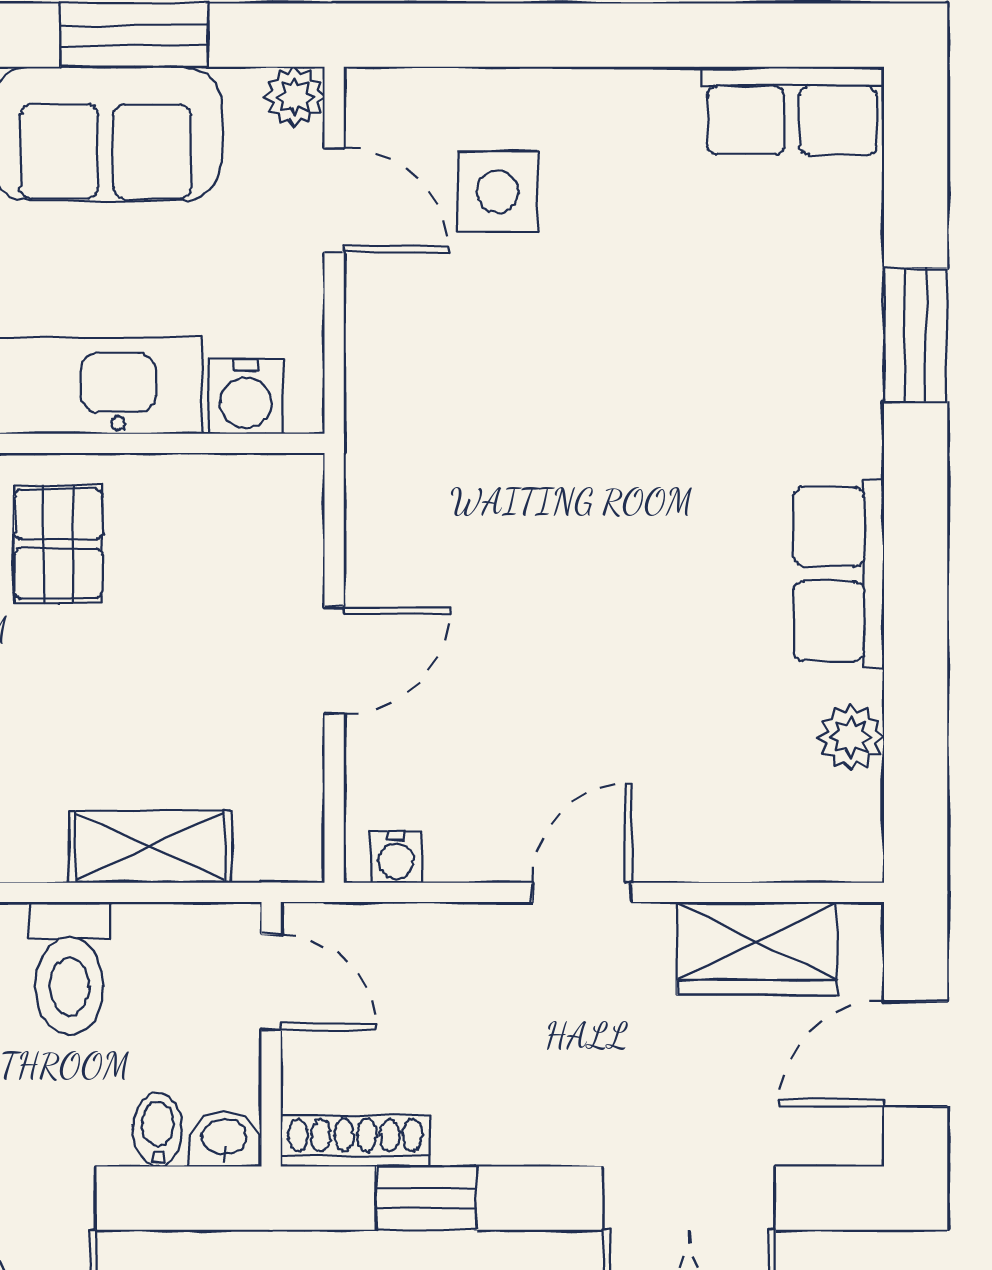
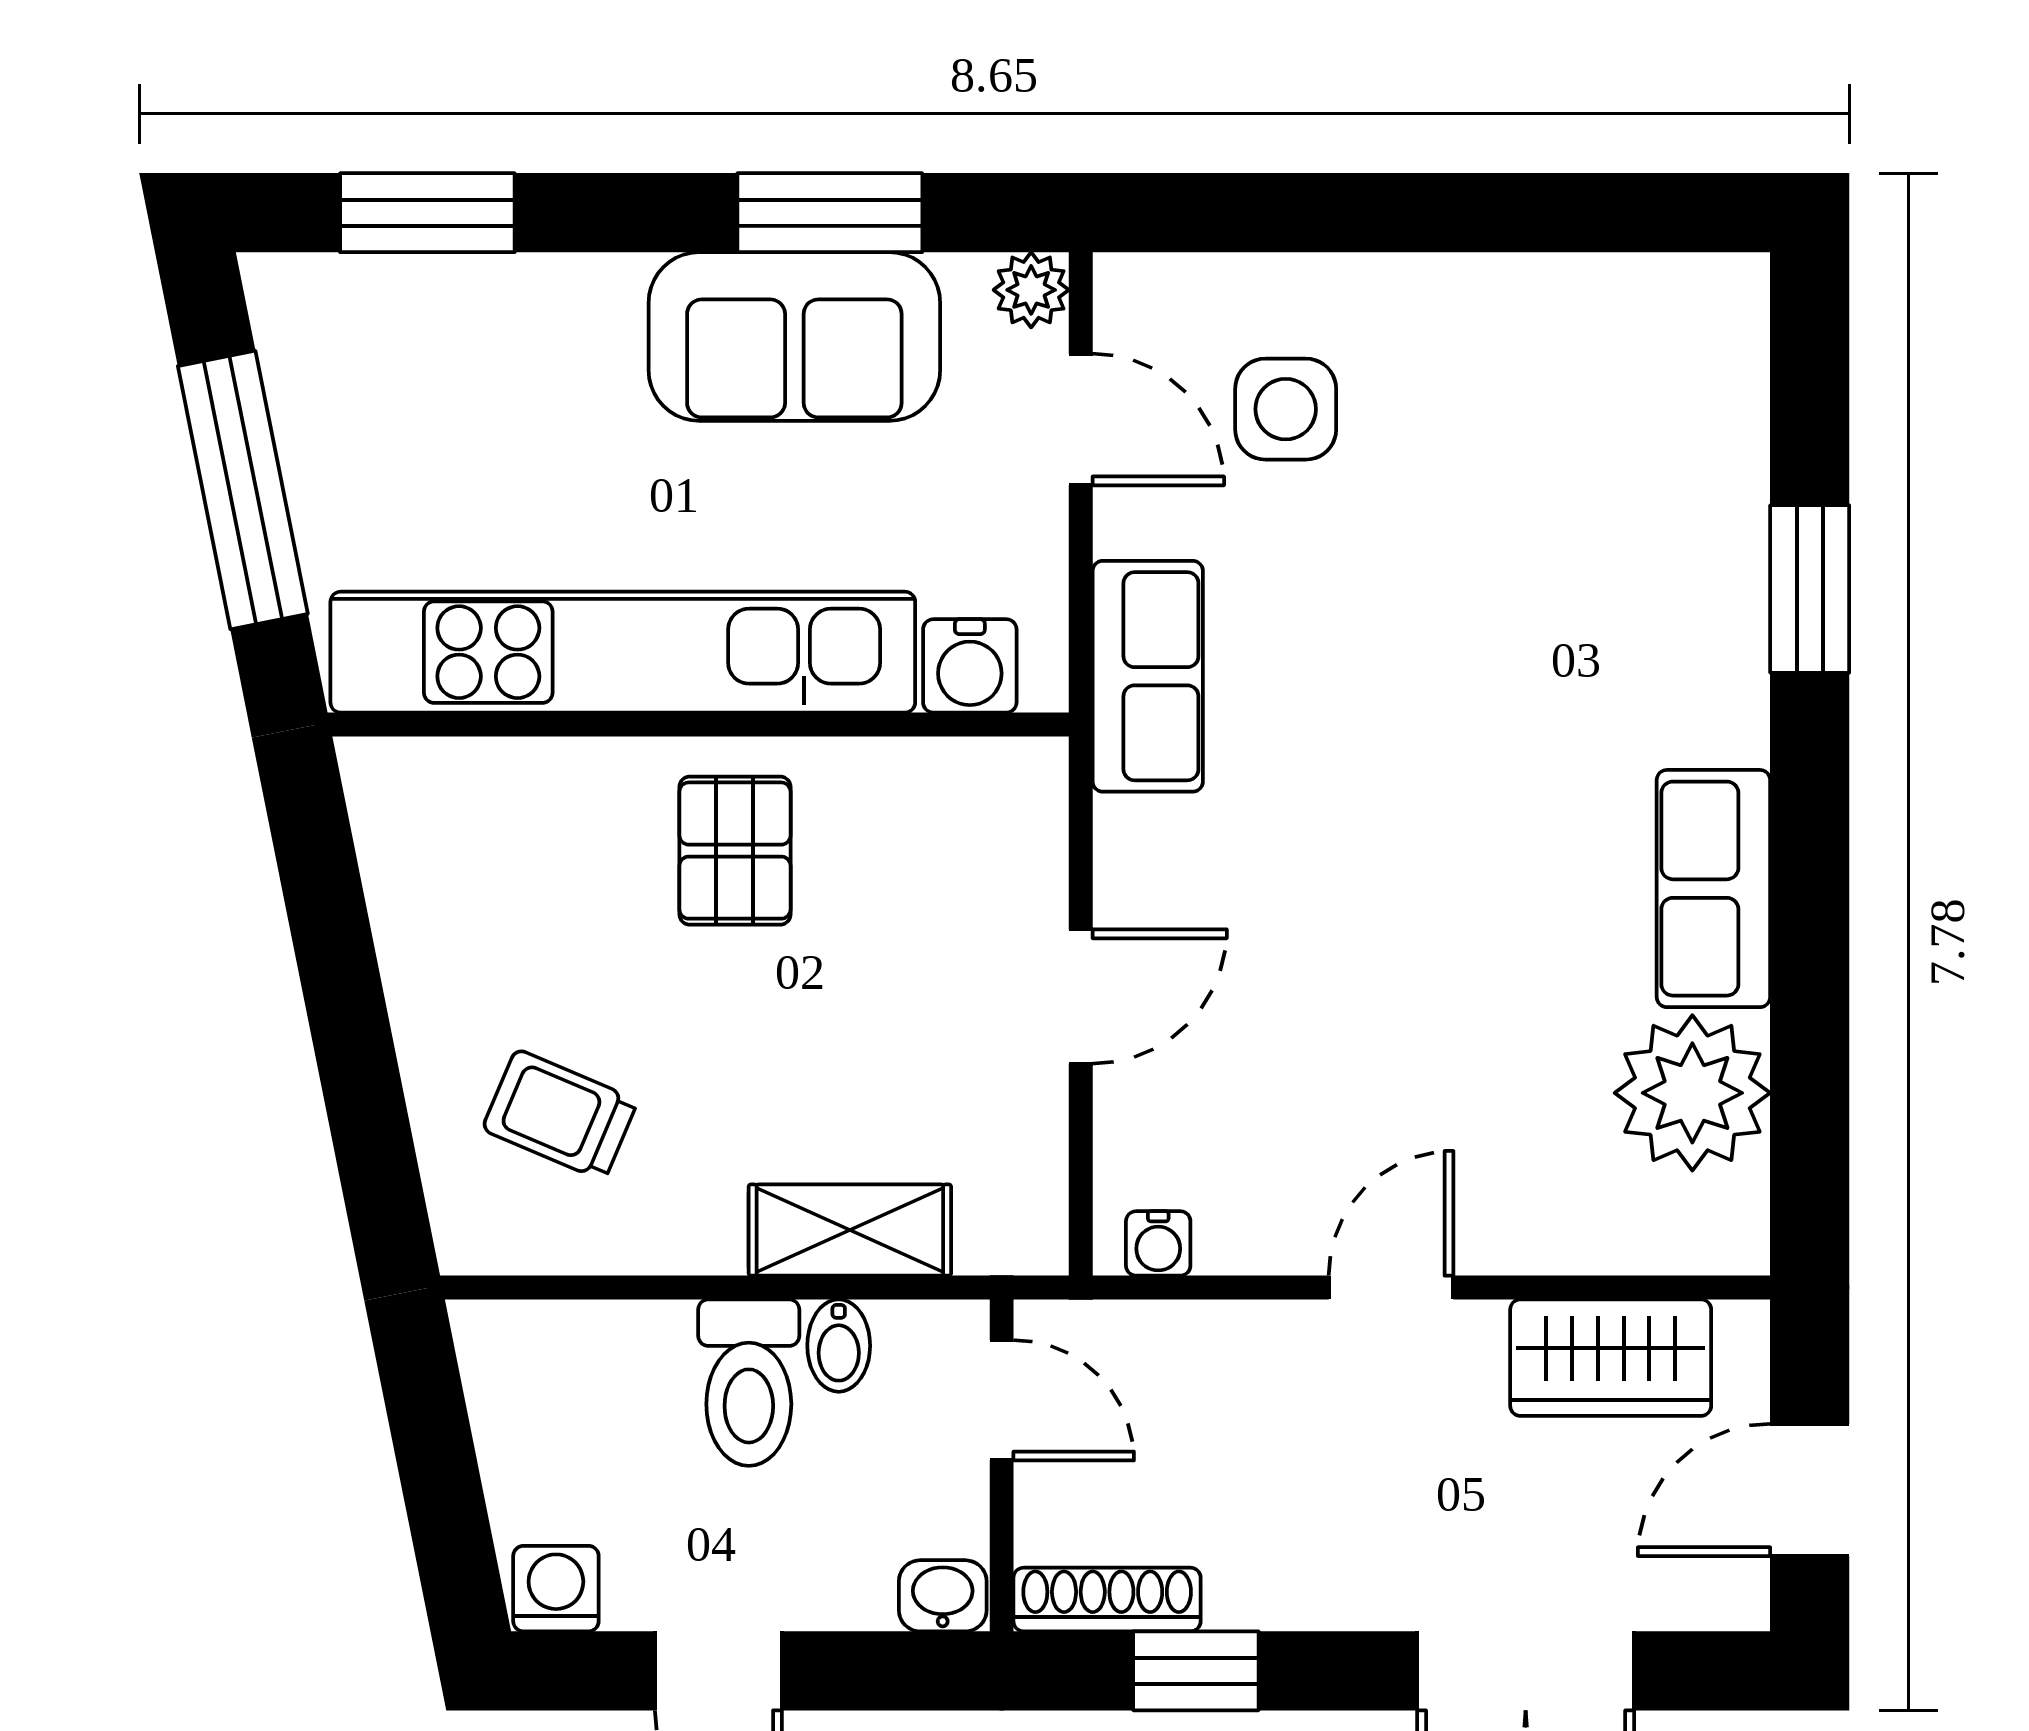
row of seats: (792, 111) -> (1148, 676), moved, turned -90
plant: (851, 737) -> (1692, 1093), width x1.88, depth x1.88
bidet: (158, 1130) -> (839, 1346), moved, turned 180

